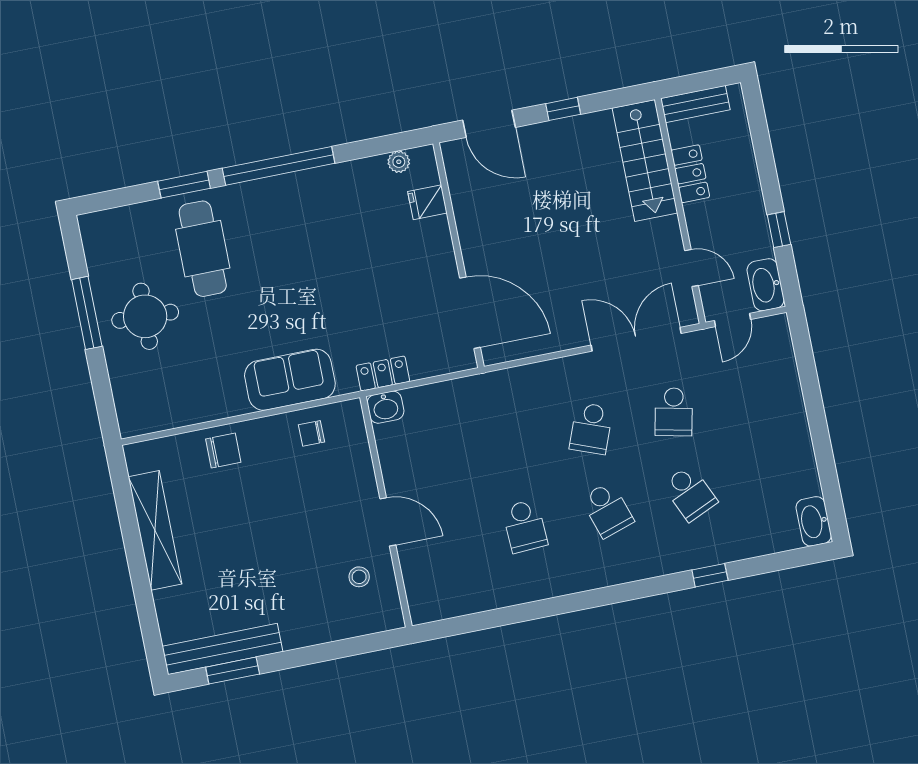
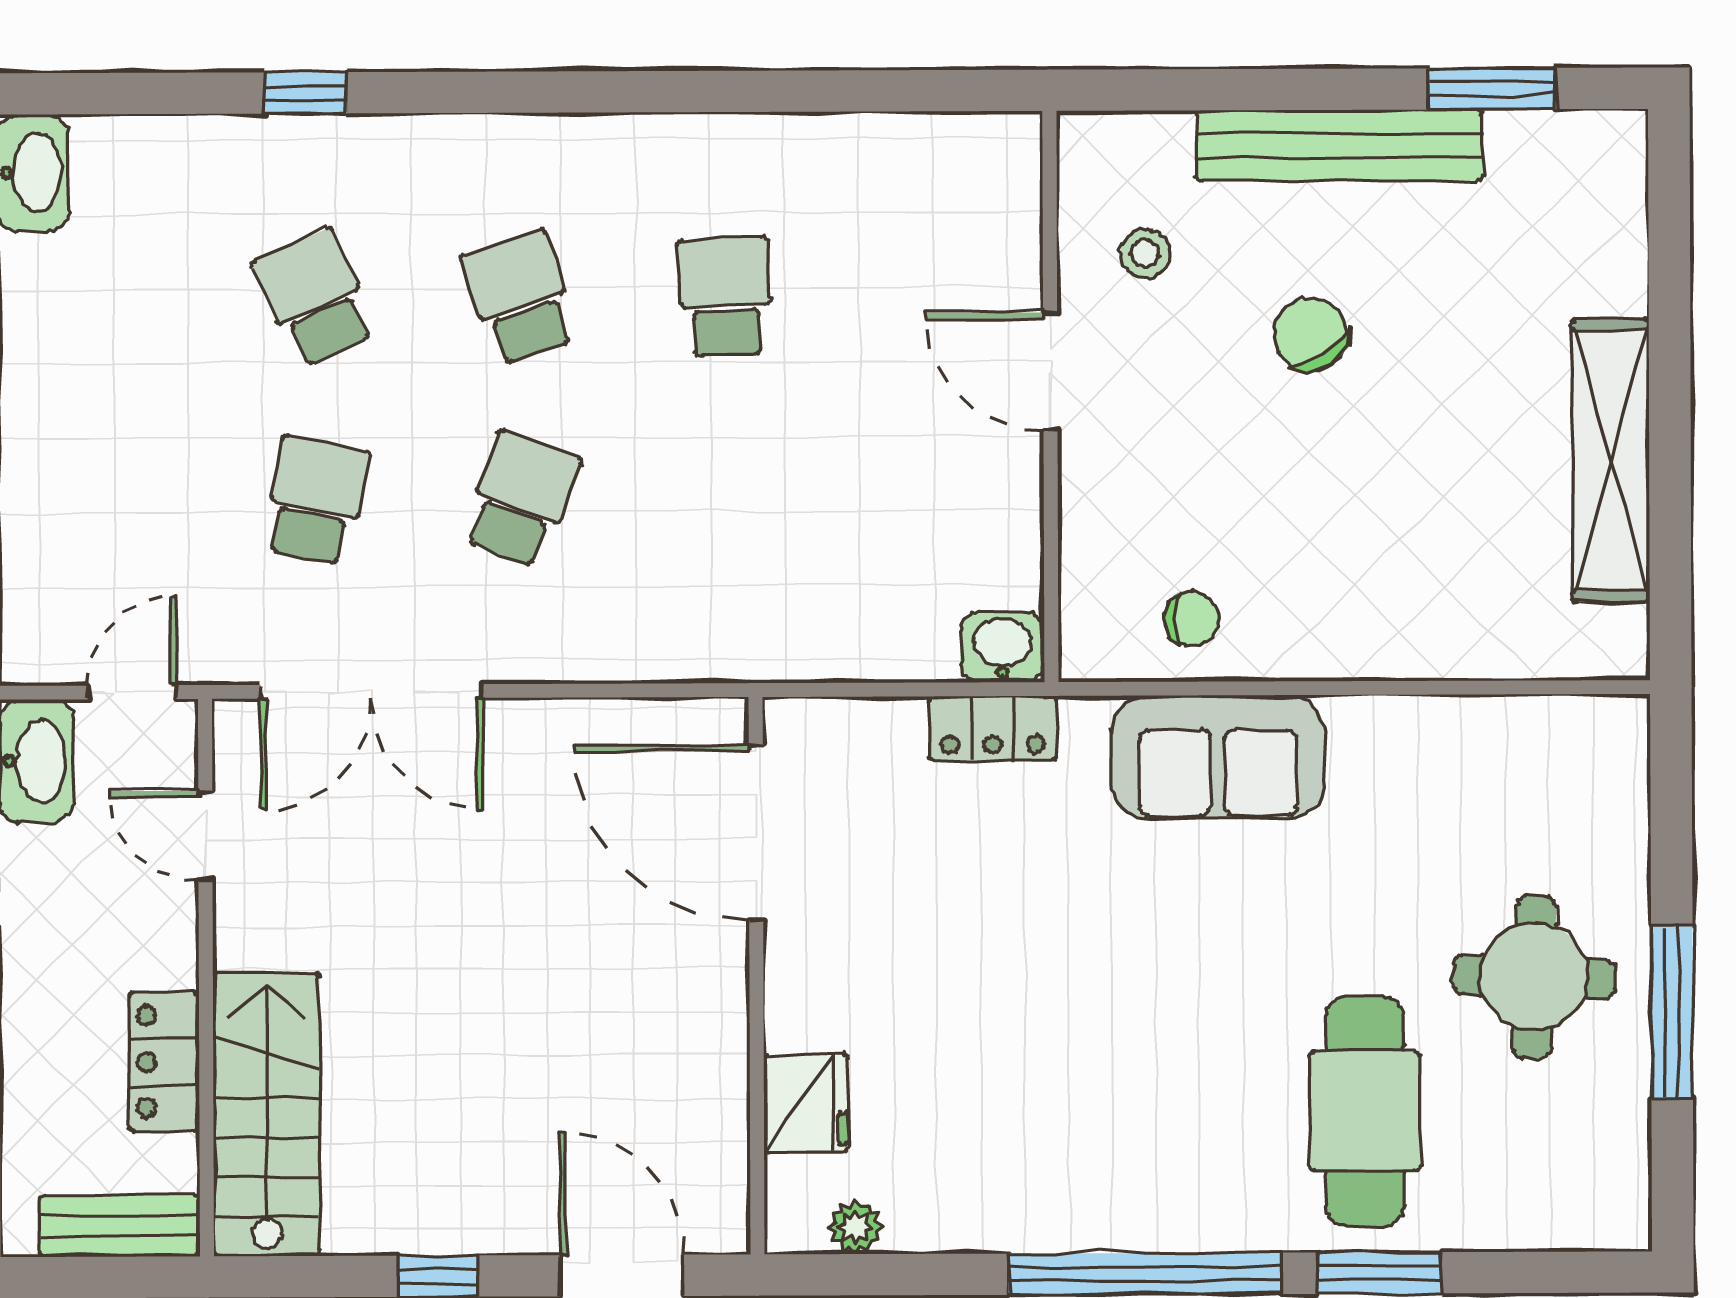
fridge: (427, 202) -> (806, 1103), width x1.38
chair: (223, 451) -> (1311, 335), moved, turned 57
bench: (222, 649) -> (1340, 146), moved

